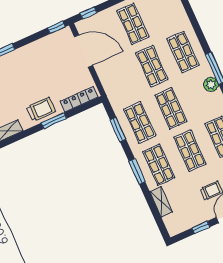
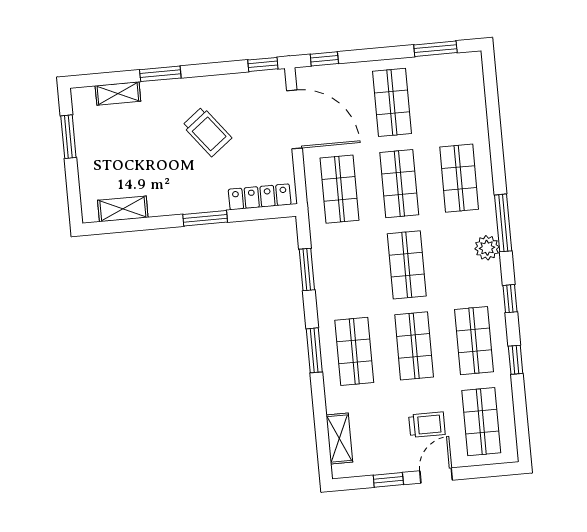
trolley: (41, 109) -> (207, 132), moved, turned 52
shop shelf: (140, 122) -> (340, 189), moved
shelving: (161, 202) -> (339, 439), moved

